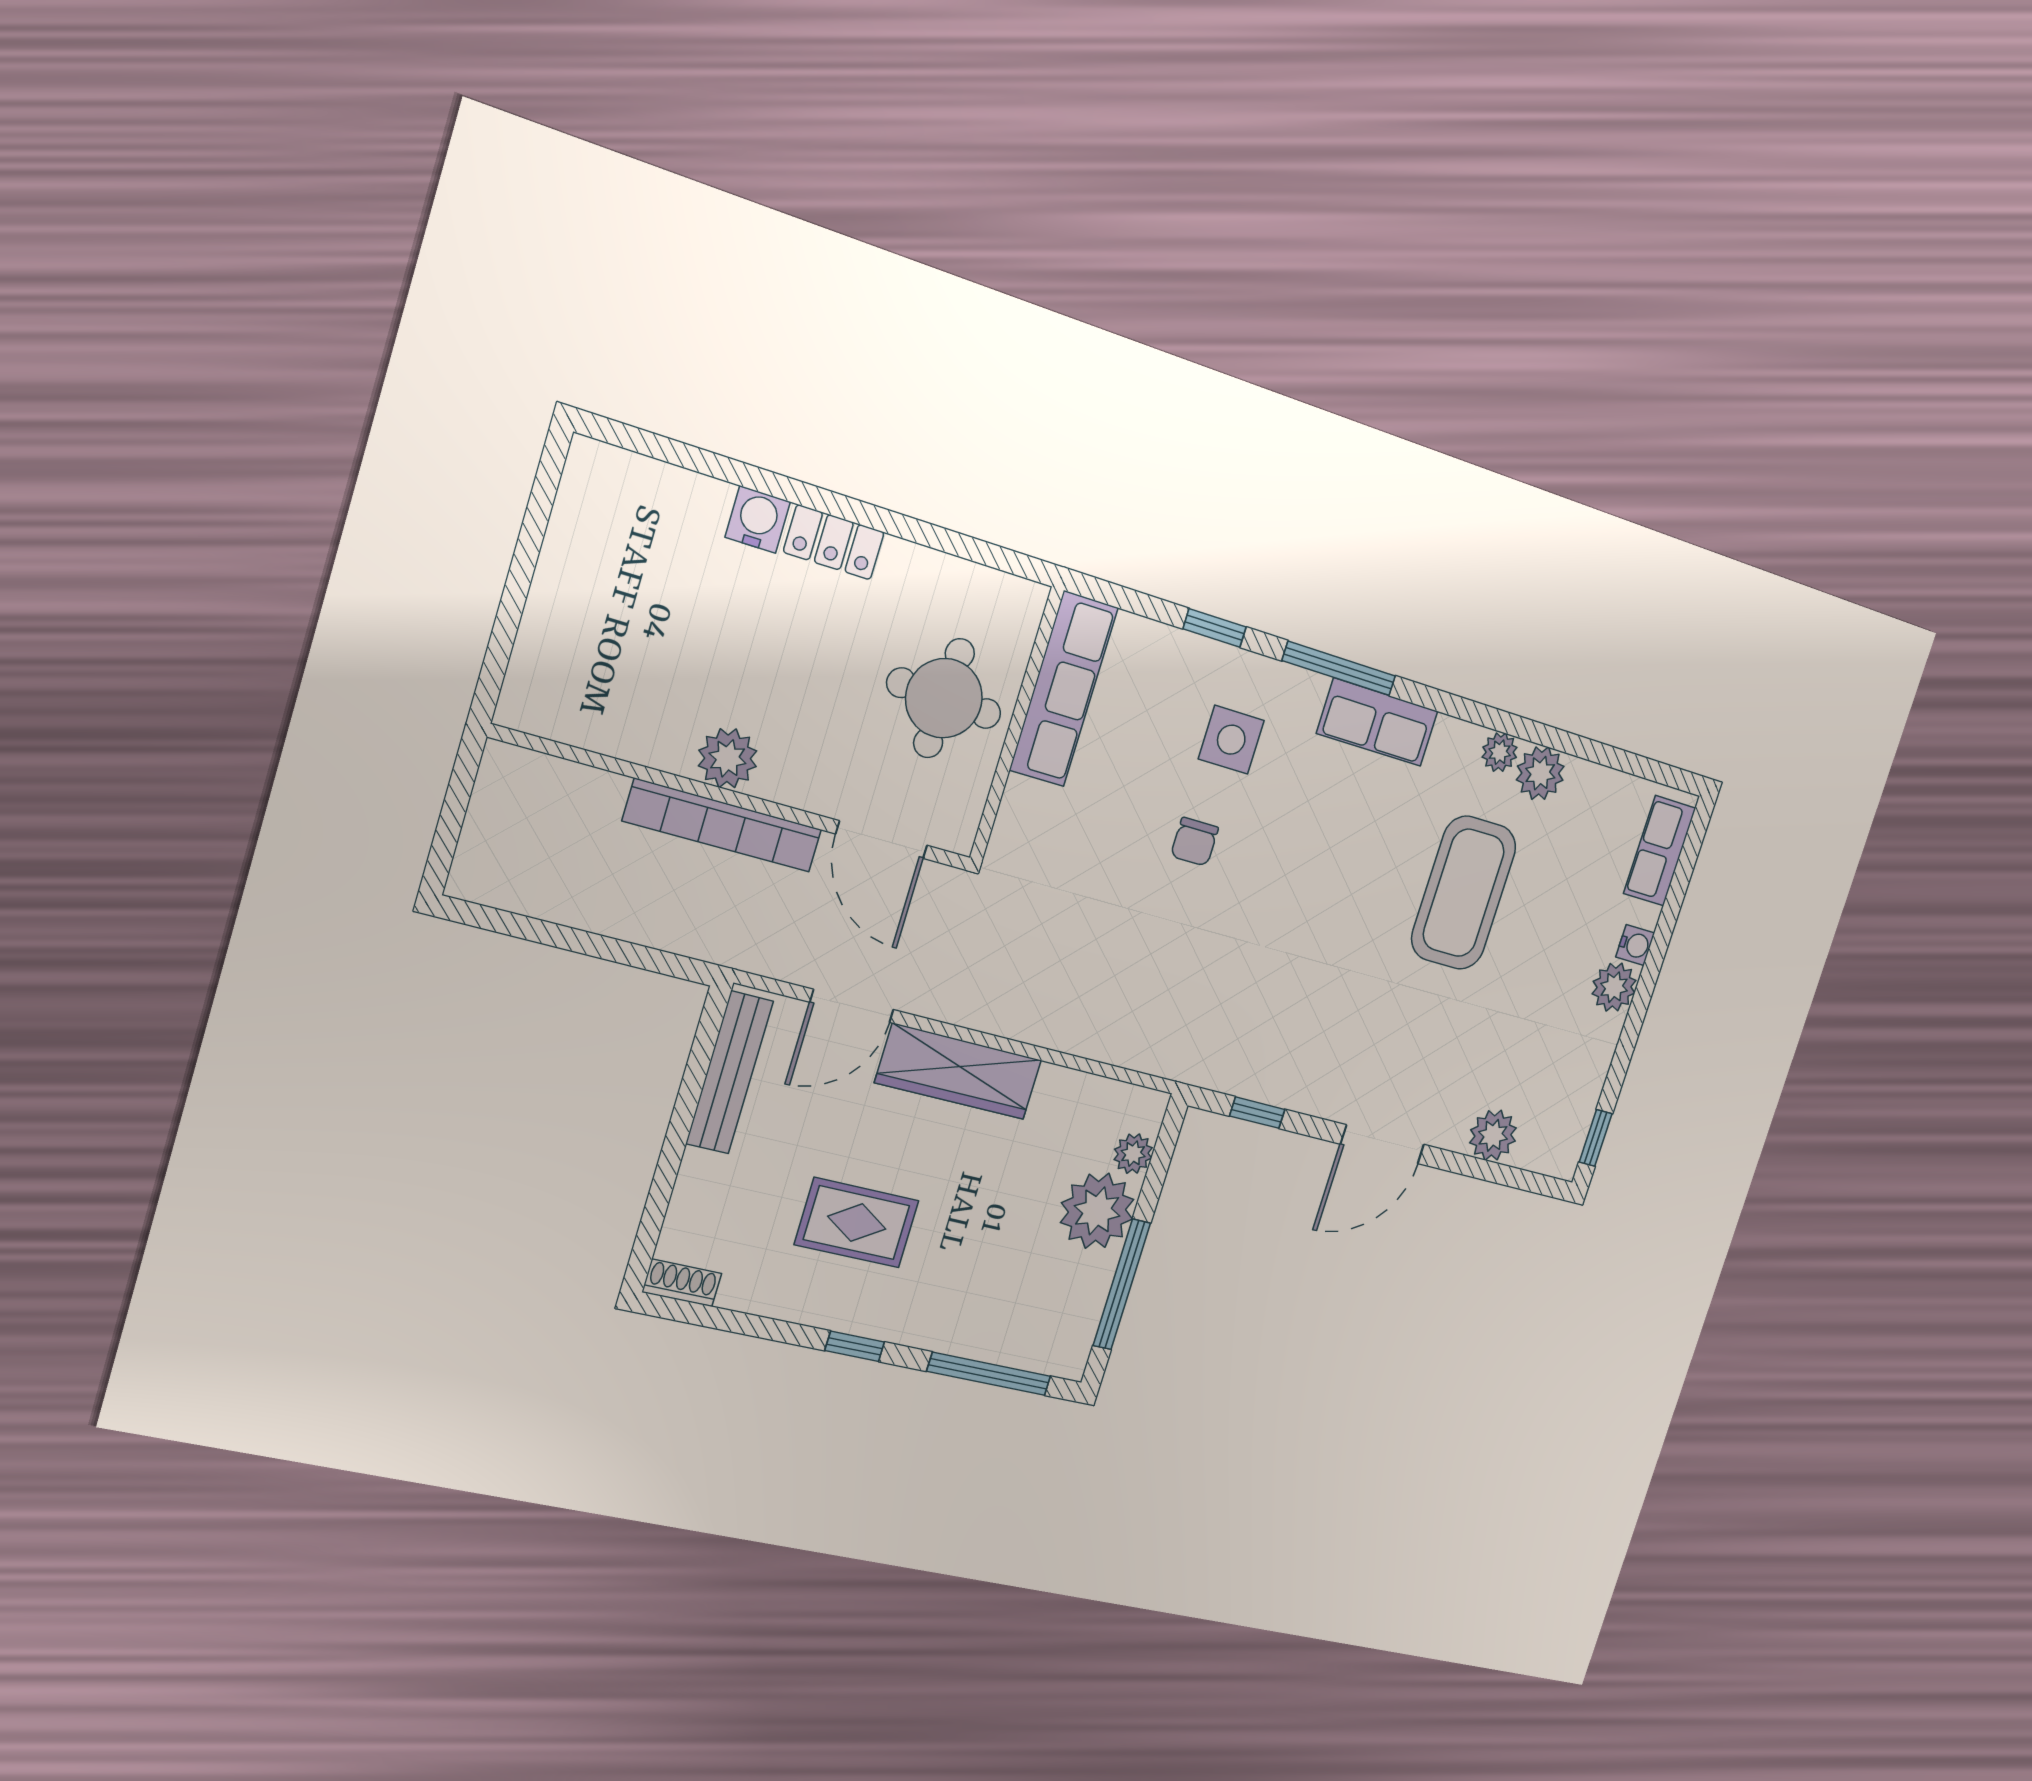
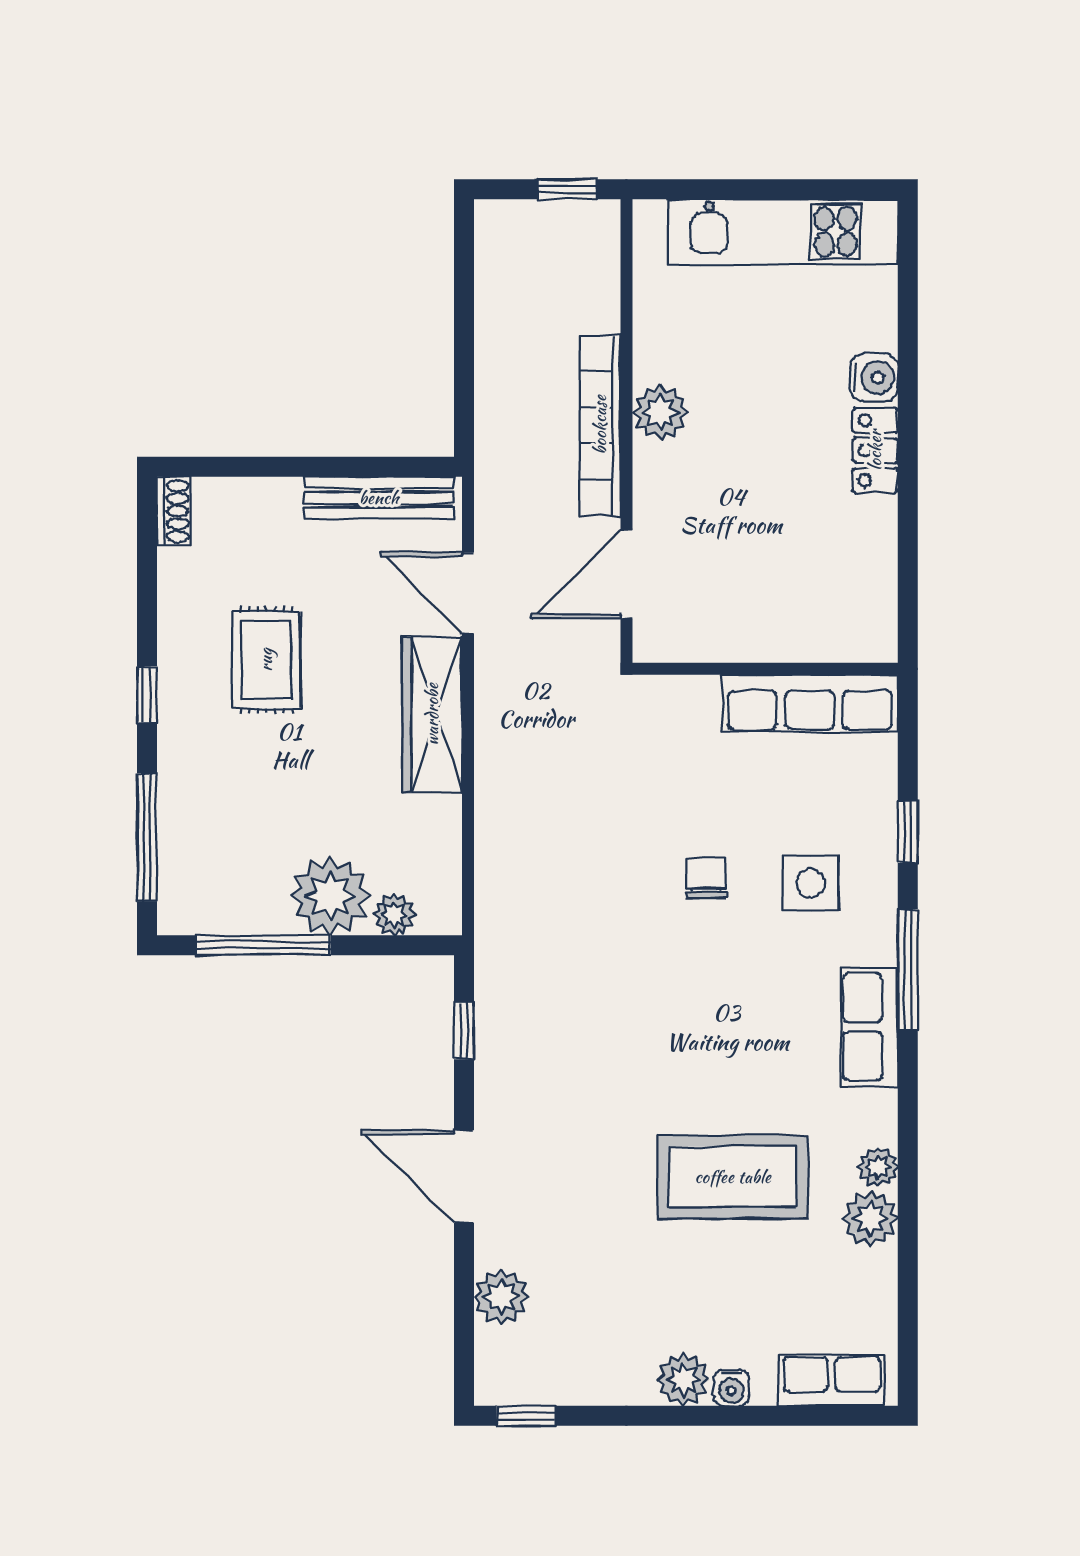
kitchen unit: (573, 570) -> (783, 232), added
round table: (944, 698) -> (769, 593), removed
window: (459, 792) -> (567, 189), added
chair: (1195, 842) -> (706, 878), turned 90

